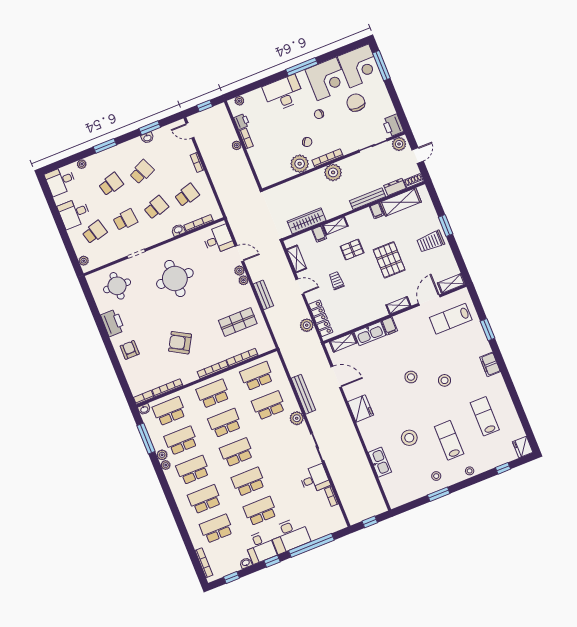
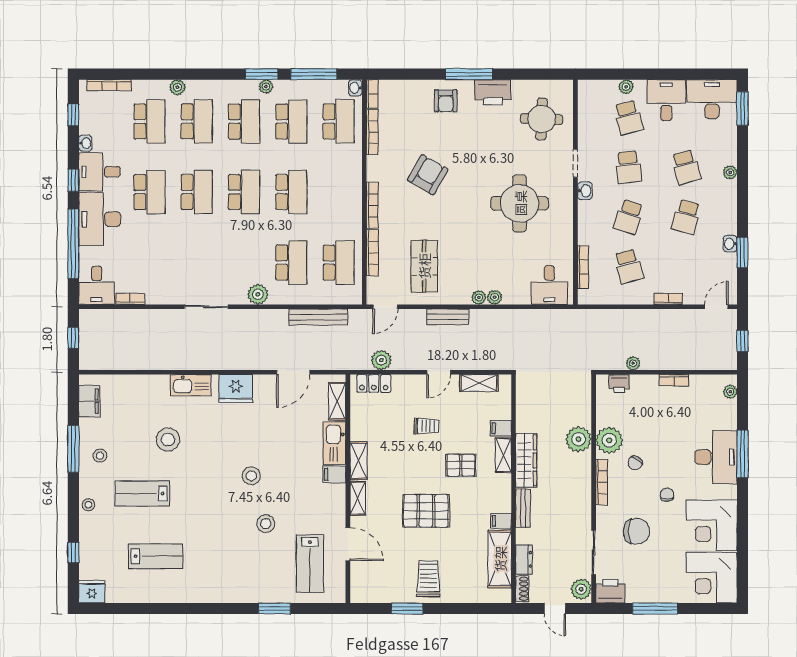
window: (381, 66) -> (655, 609), moved
window: (302, 67) -> (742, 454), moved
chair: (356, 103) -> (636, 531), moved
printer: (242, 121) -> (619, 383), moved
plant: (237, 145) -> (633, 363), moved
window: (105, 146) -> (742, 109), moved
plant: (82, 164) -> (730, 172), moved
school desk: (142, 172) -> (686, 217), turned 39
plant: (333, 172) -> (578, 439), moved
desk: (61, 181) -> (712, 99), width x1.37
bench: (368, 199) -> (523, 508), width x0.73
school desk: (156, 207) -> (629, 217), turned 36
wardrobe: (307, 221) -> (526, 460), moved
window: (446, 225) -> (407, 609), moved
washbasin: (178, 230) -> (585, 191), moved
pallet: (352, 250) -> (461, 465), turned 90
door: (239, 254) -> (385, 307), moved
plant: (84, 261) -> (626, 87), moved
shelving: (451, 283) -> (359, 461), moved
locker: (321, 318) -> (374, 383), width x0.66
lab bench: (451, 319) -> (310, 564), turned 180
window: (107, 342) -> (469, 74), added
armchair: (130, 350) -> (446, 101), turned 90
filing cabinet: (490, 364) -> (89, 401), moved, turned 90
stool: (445, 380) -> (266, 524), moved
school desk: (213, 394) -> (339, 192), removed
bench: (303, 394) -> (318, 317), moved
lab bench: (449, 440) -> (142, 493), turned 180
plant: (162, 455) -> (177, 87), moved
kitchen sink: (380, 462) -> (191, 385), moved
window: (159, 471) -> (262, 74), added
desk: (315, 479) -> (97, 285), moved
window: (439, 494) -> (73, 449), width x1.44

